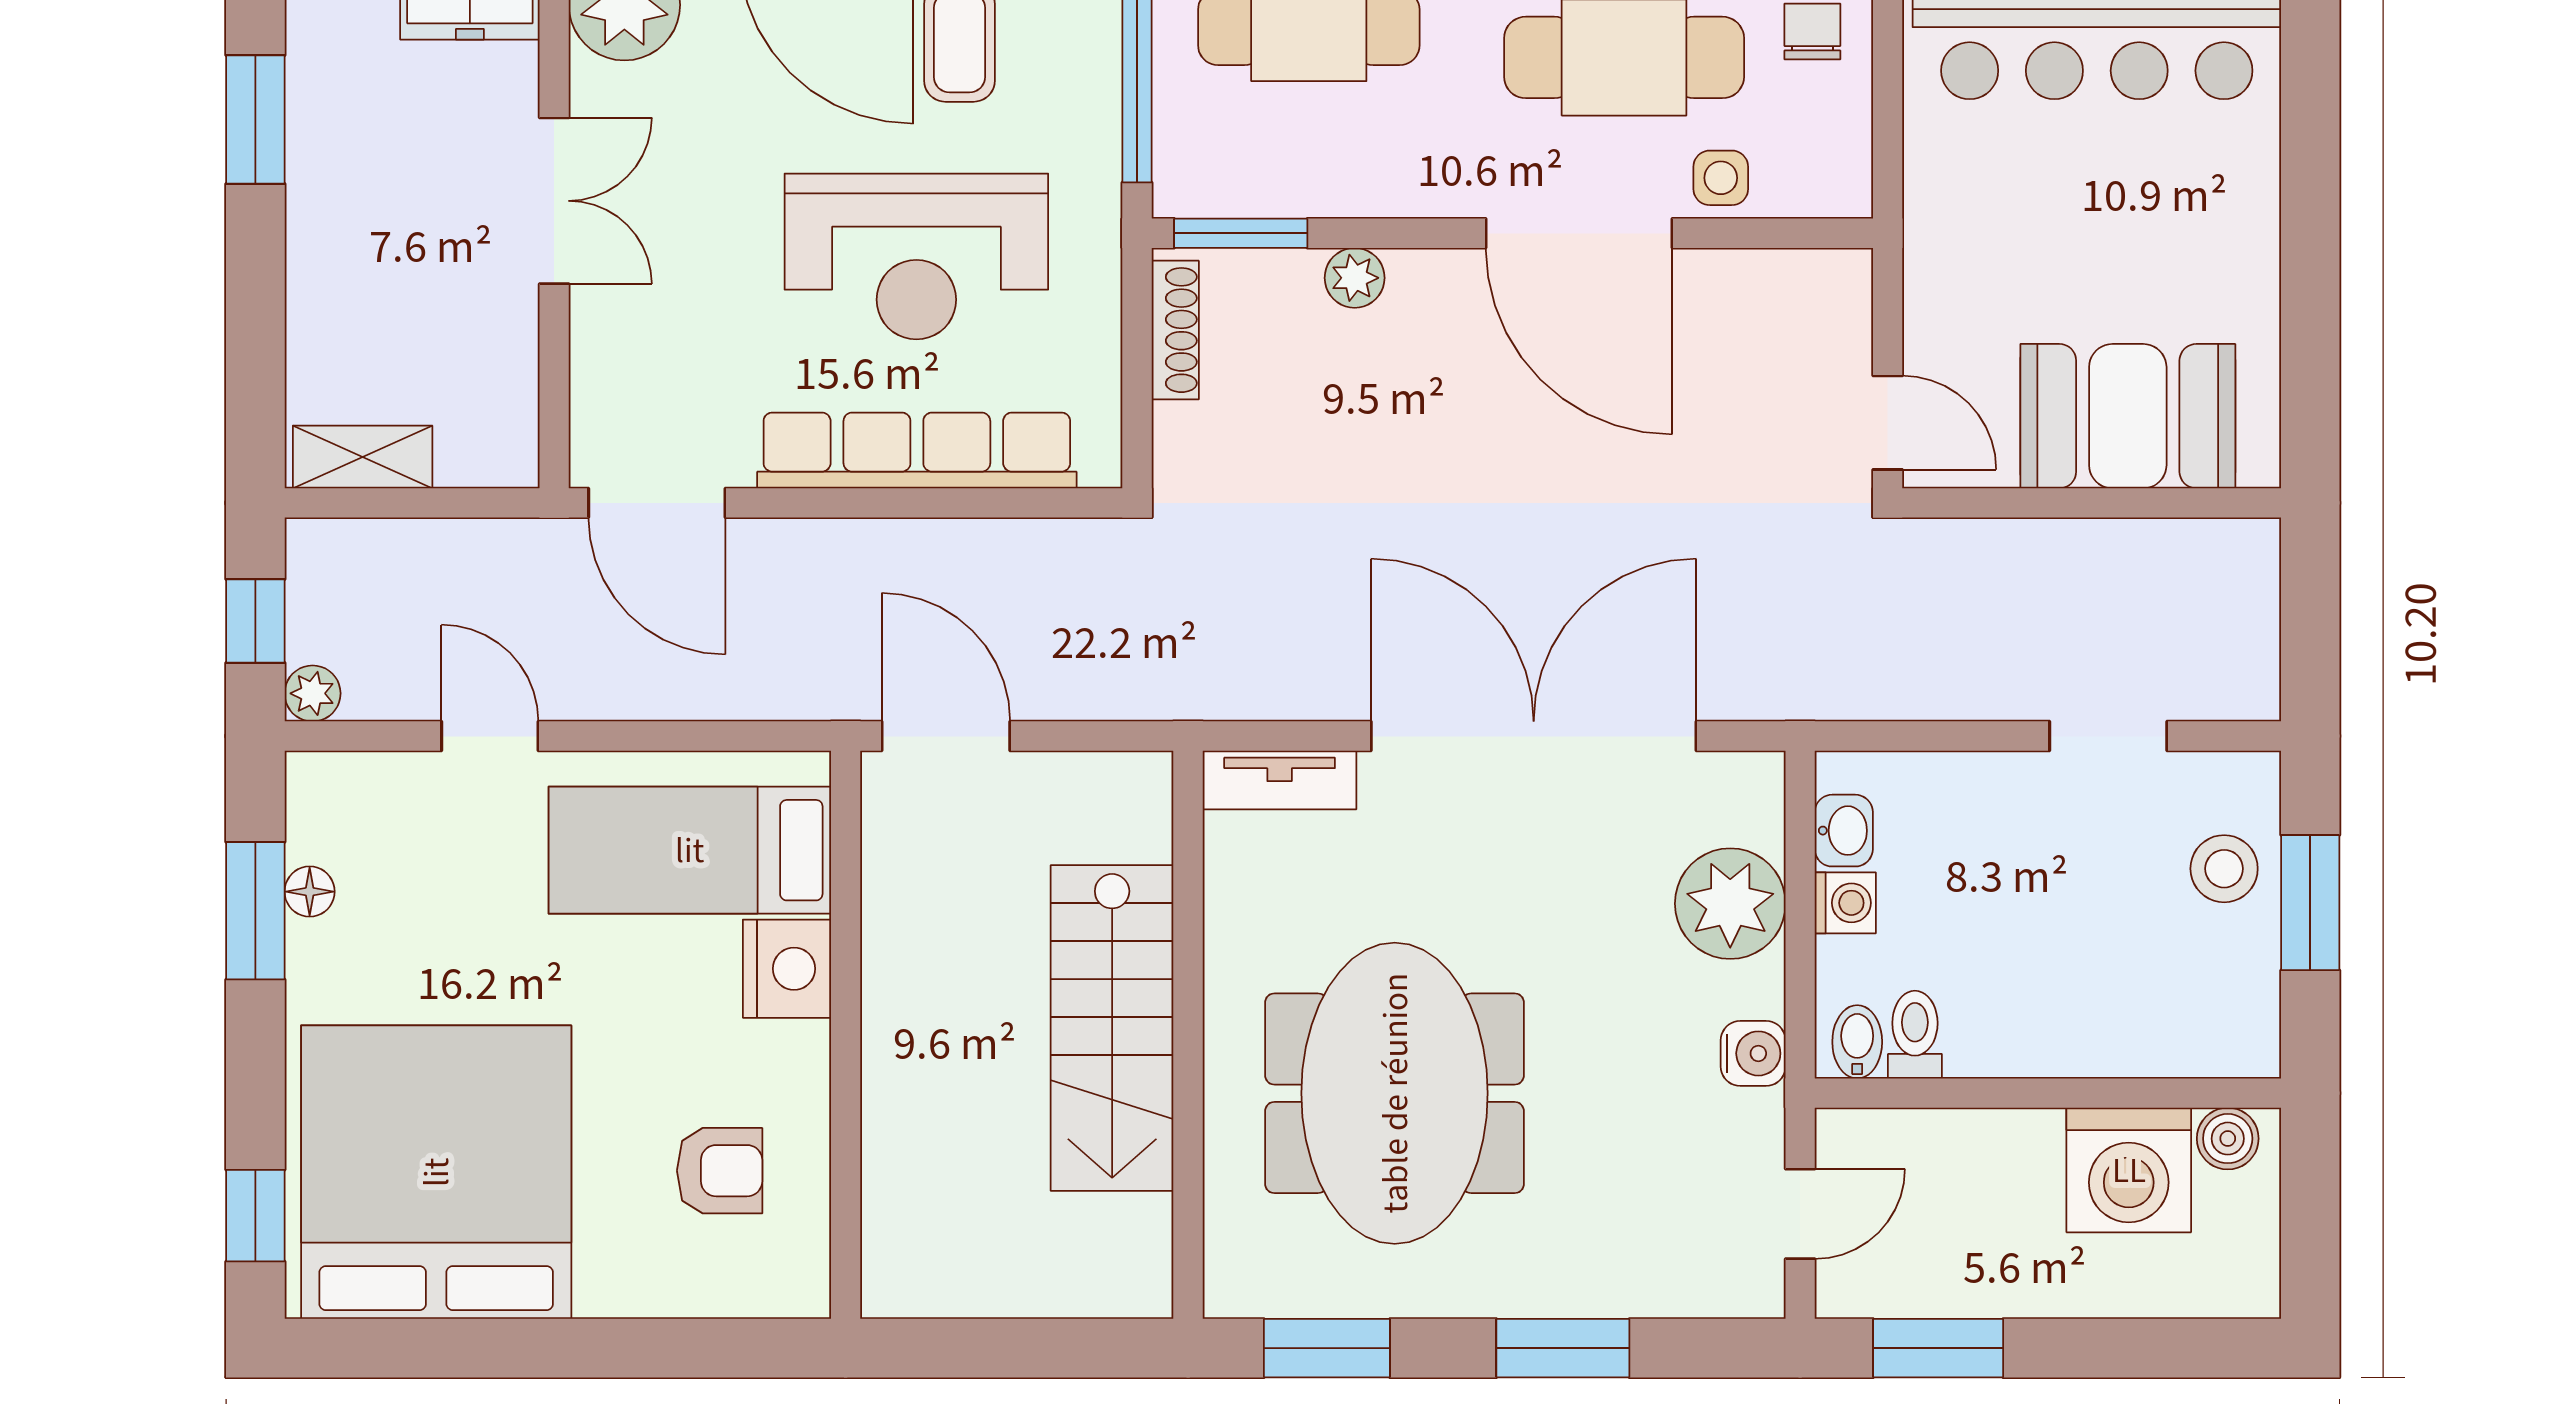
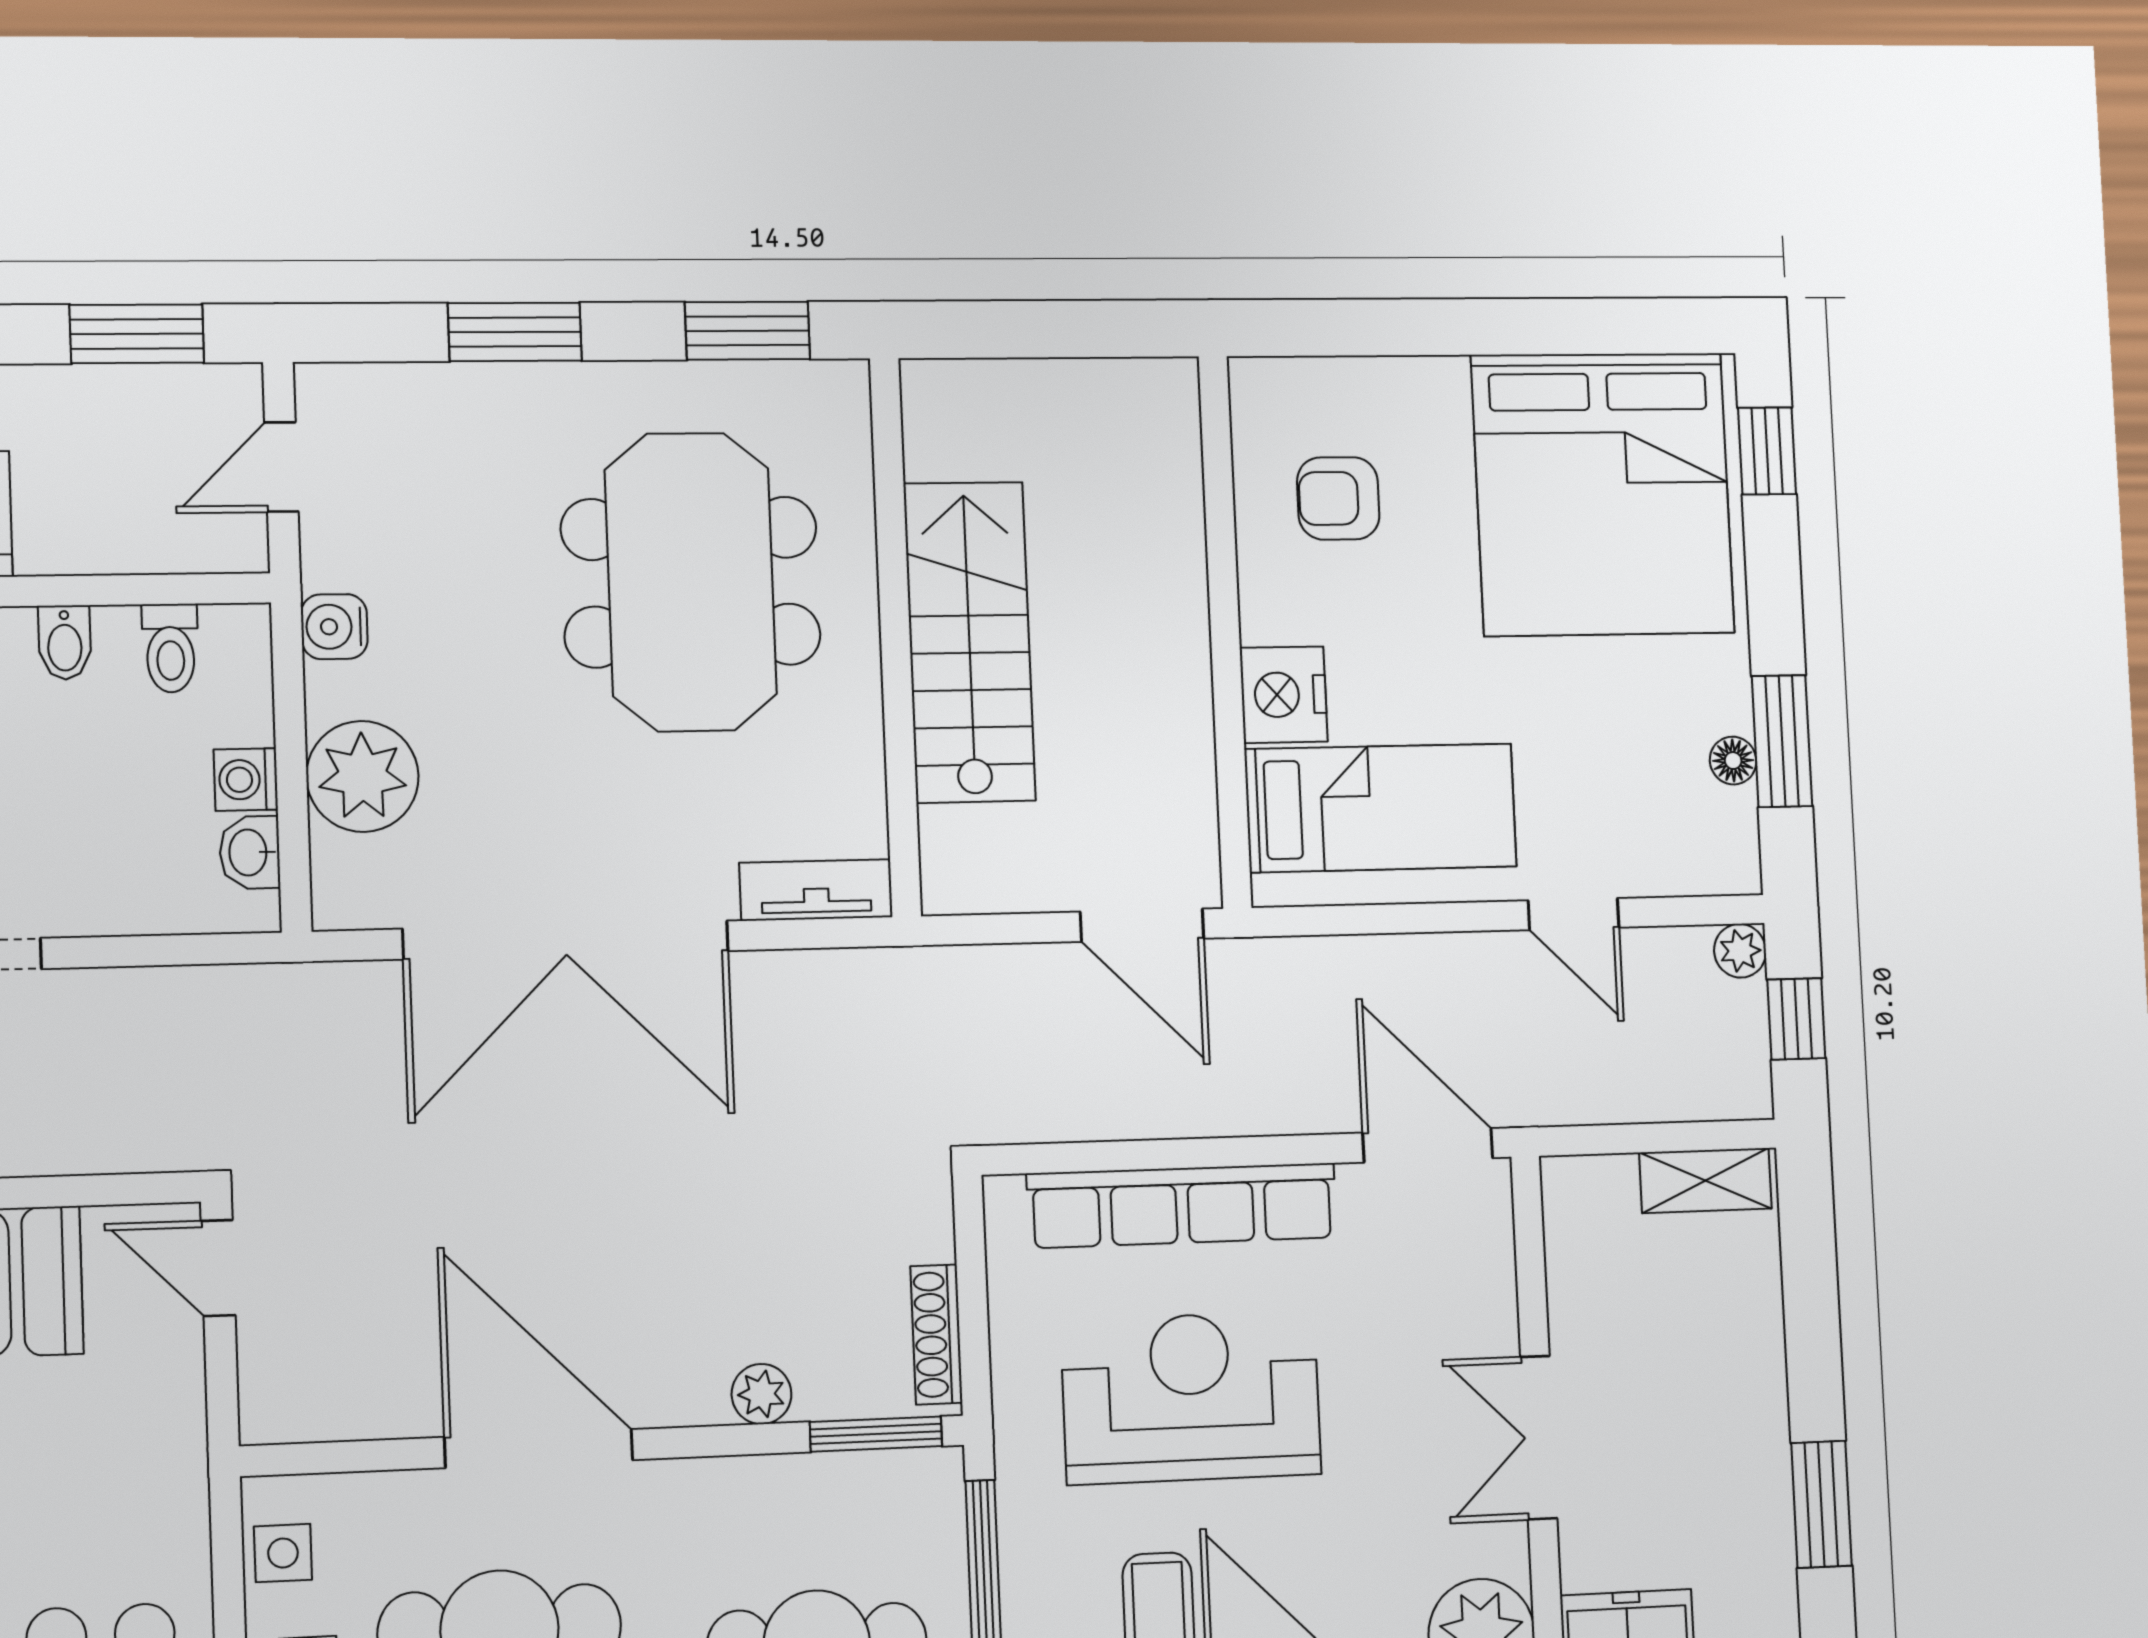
side table: (1721, 178) -> (283, 1553), moved
bidet: (1857, 1042) -> (65, 642), moved

